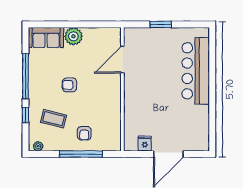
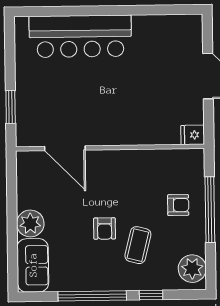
window: (161, 24) -> (11, 107), moved
coffee table: (54, 119) -> (138, 245), moved
fridge: (145, 143) -> (193, 135), moved
plant: (38, 146) -> (192, 269), width x1.88, depth x1.88

